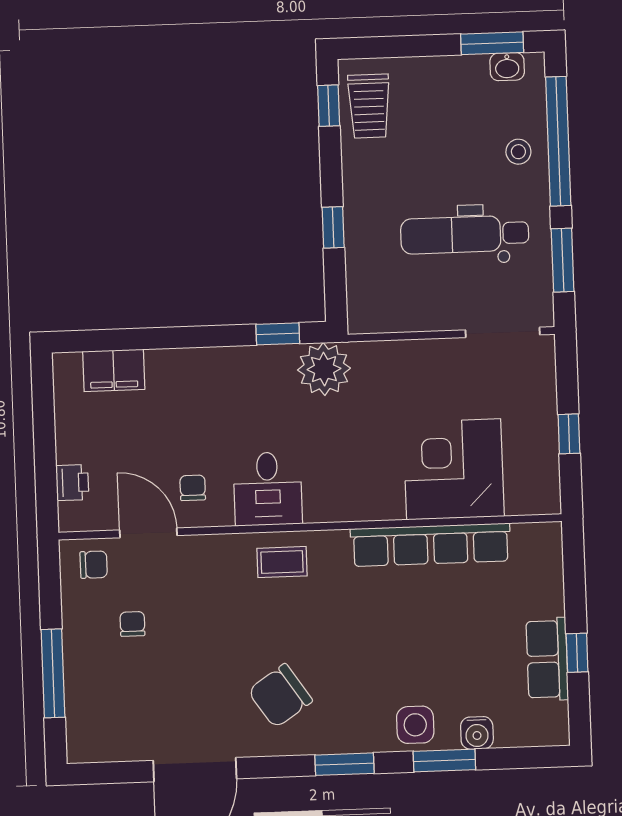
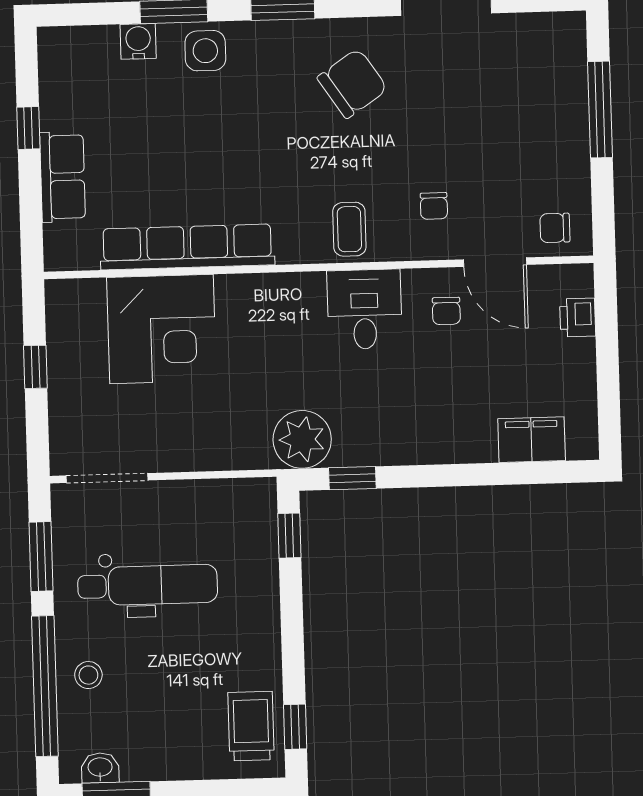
window: (333, 227) -> (289, 536), moved
coffee table: (282, 562) -> (349, 229), turned 90
chair: (132, 624) -> (434, 206), moved
row of seats: (547, 659) -> (63, 177), moved

